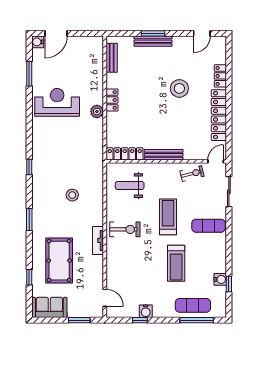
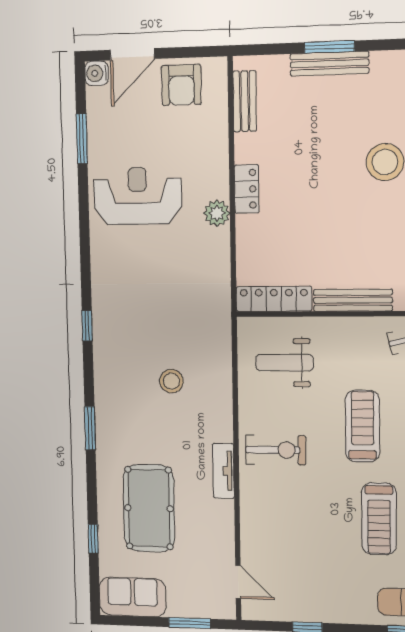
armchair: (80, 49) -> (181, 85), added
water cooler: (146, 311) -> (319, 611), removed

